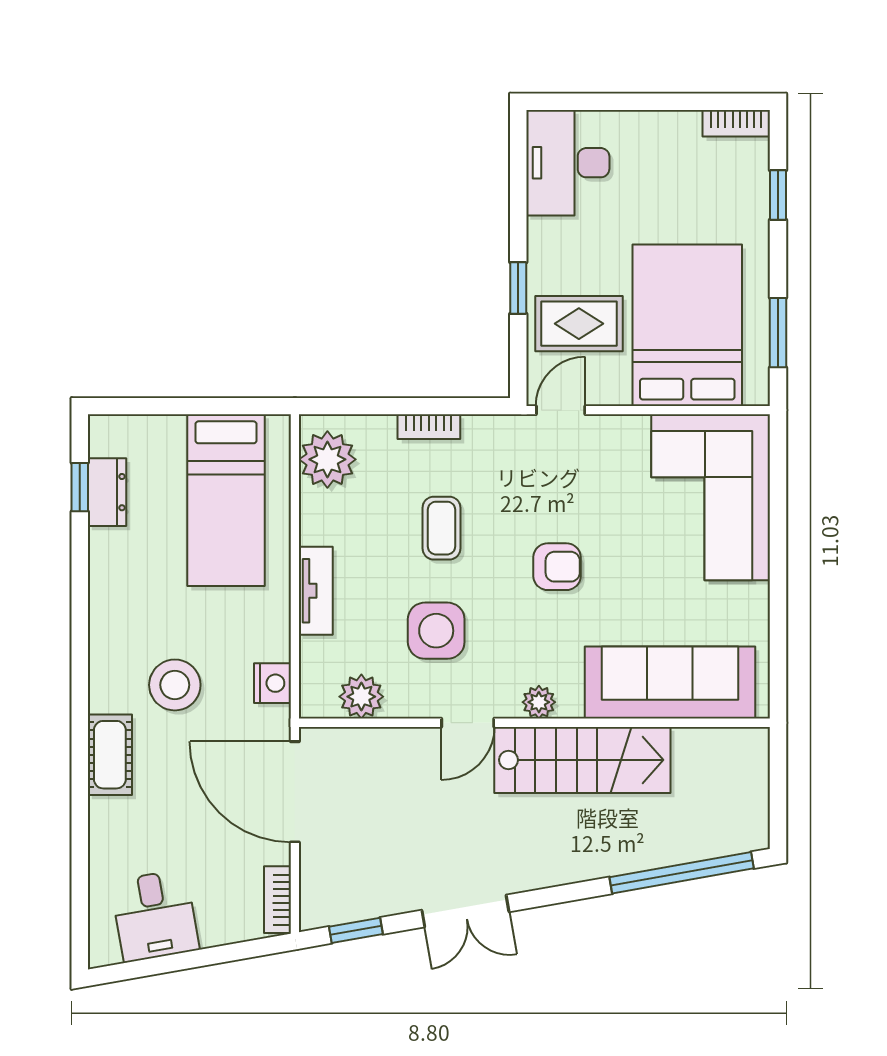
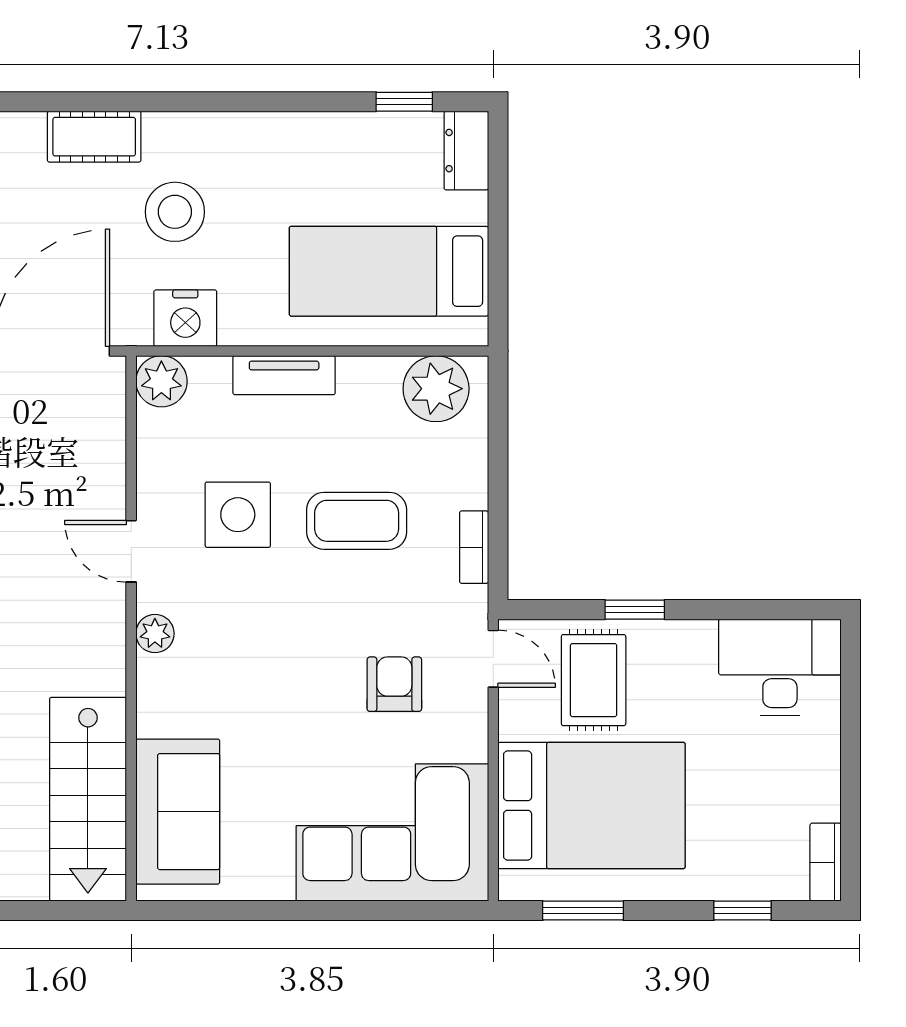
bookcase: (429, 427) -> (474, 547), moved
dresser: (107, 492) -> (466, 151), moved, turned 90
coffee table: (442, 528) -> (357, 521), width x1.36, depth x1.30
armchair: (557, 567) -> (394, 684), moved, turned 180
sofa: (670, 682) -> (178, 812), width x0.73
nightstand: (272, 683) -> (185, 318), width x1.36, depth x1.33
plant: (361, 697) -> (161, 381), moved
stairs: (582, 760) -> (88, 799), moved

